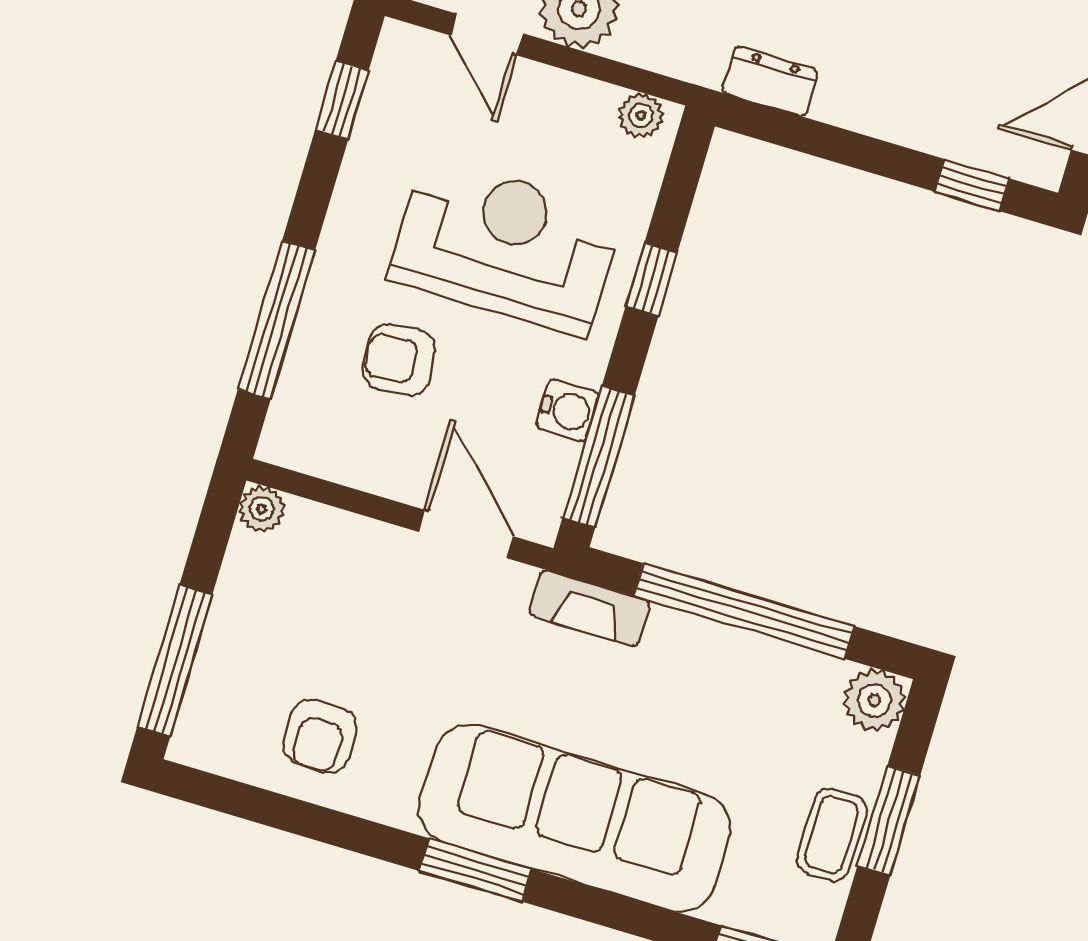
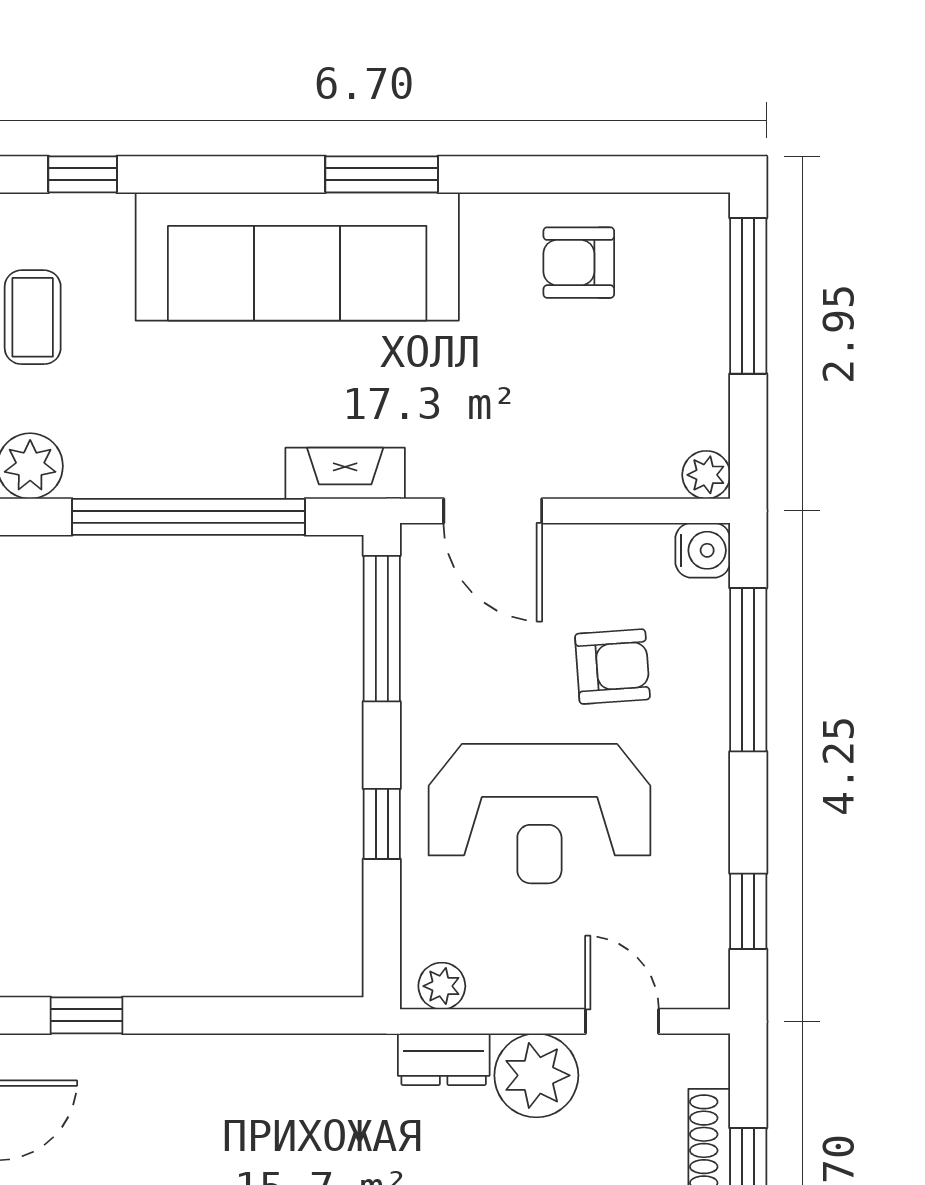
dresser: (770, 82) -> (444, 1059), moved
water cooler: (567, 410) -> (703, 550), moved, turned 180
armchair: (320, 736) -> (579, 263), turned -90

